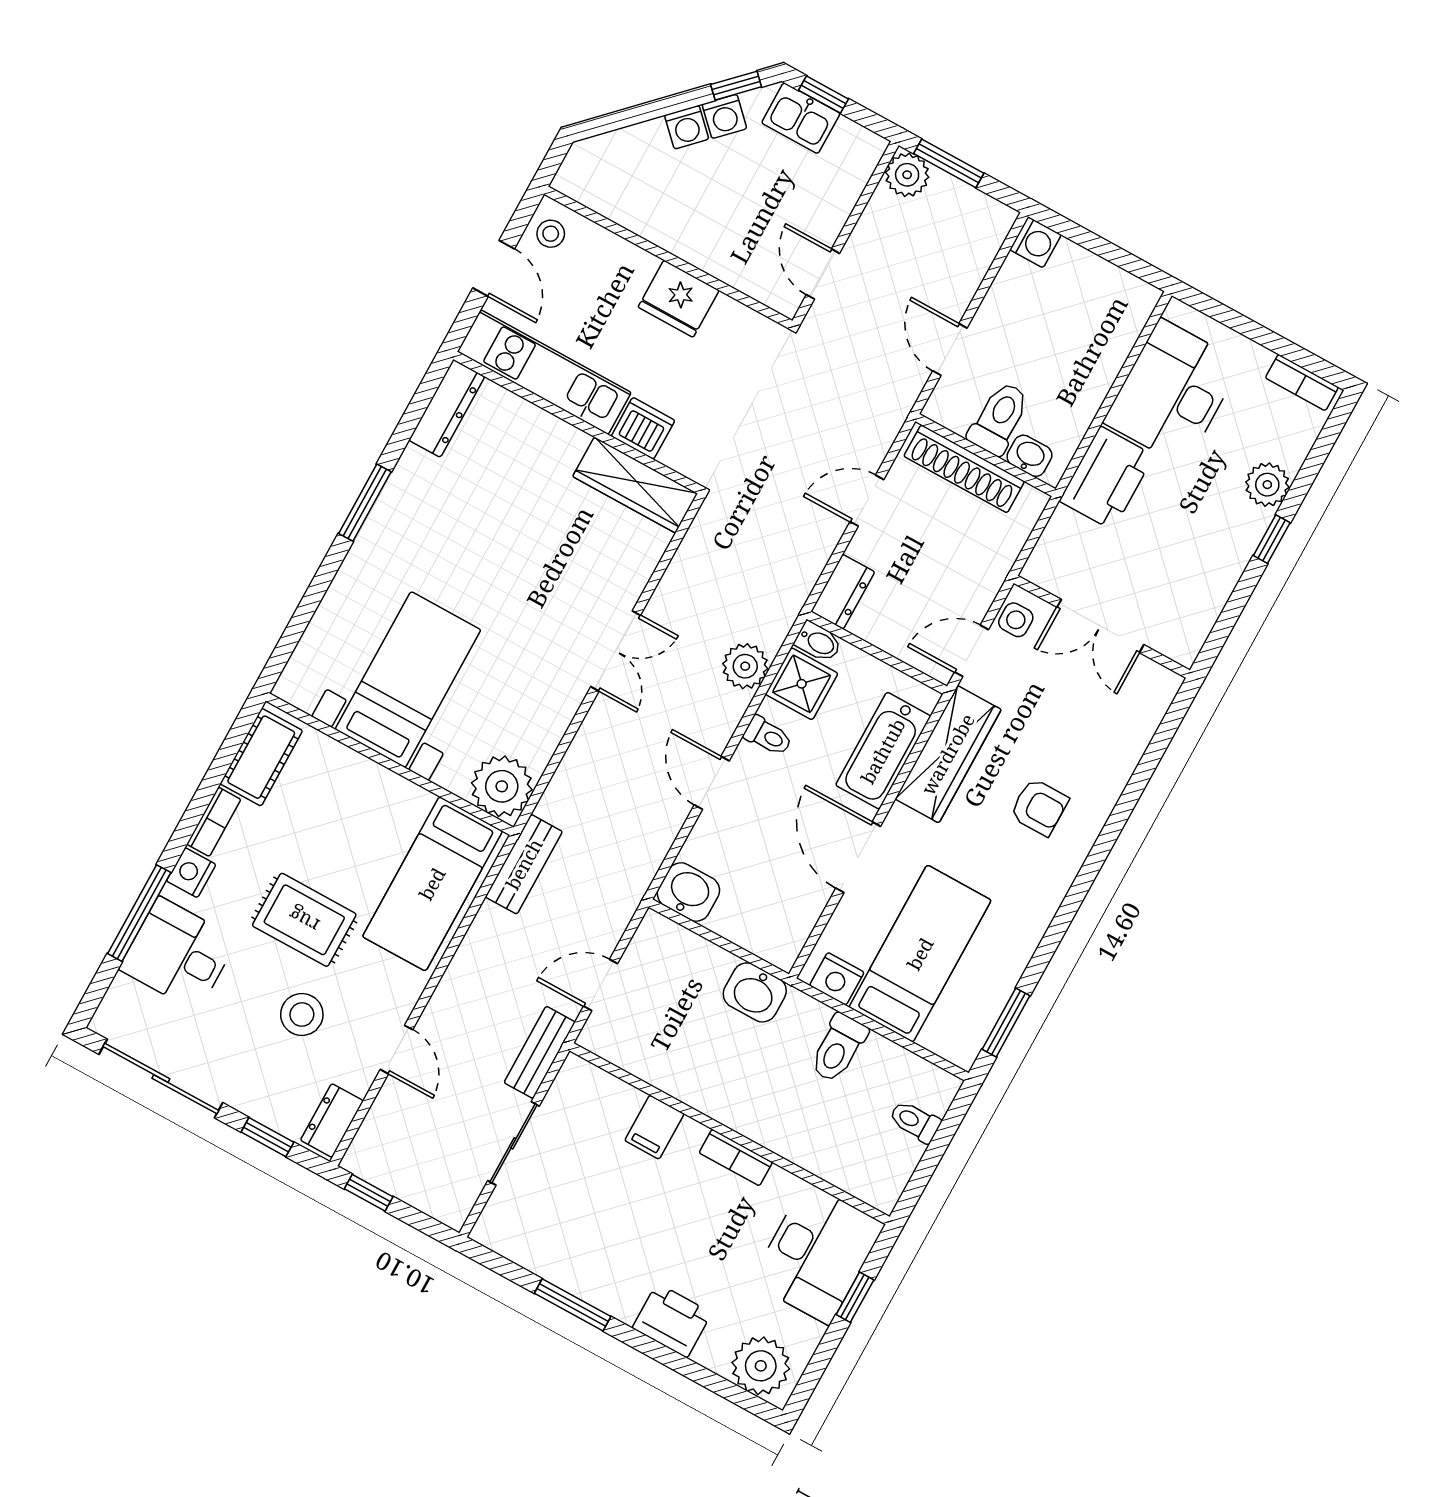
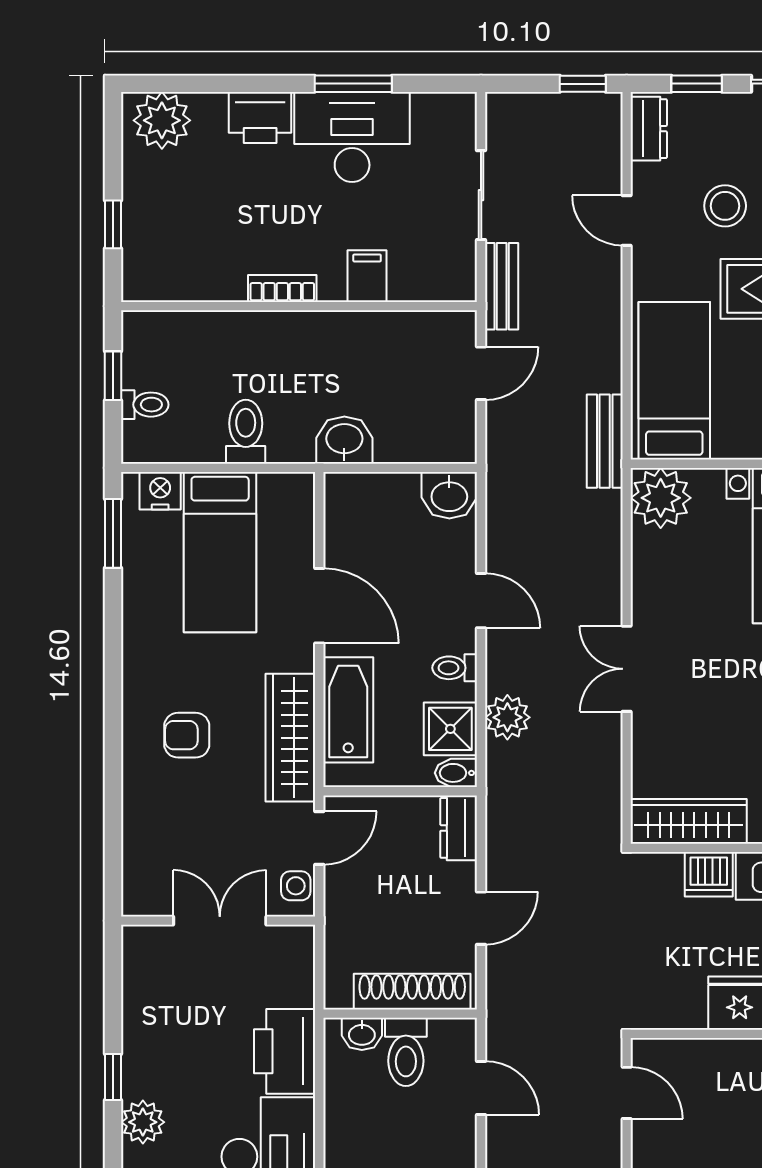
nightstand: (837, 979) -> (160, 491), moved
window: (929, 1163) -> (113, 376), added
desk: (817, 1253) -> (352, 137), moved, turned 90

